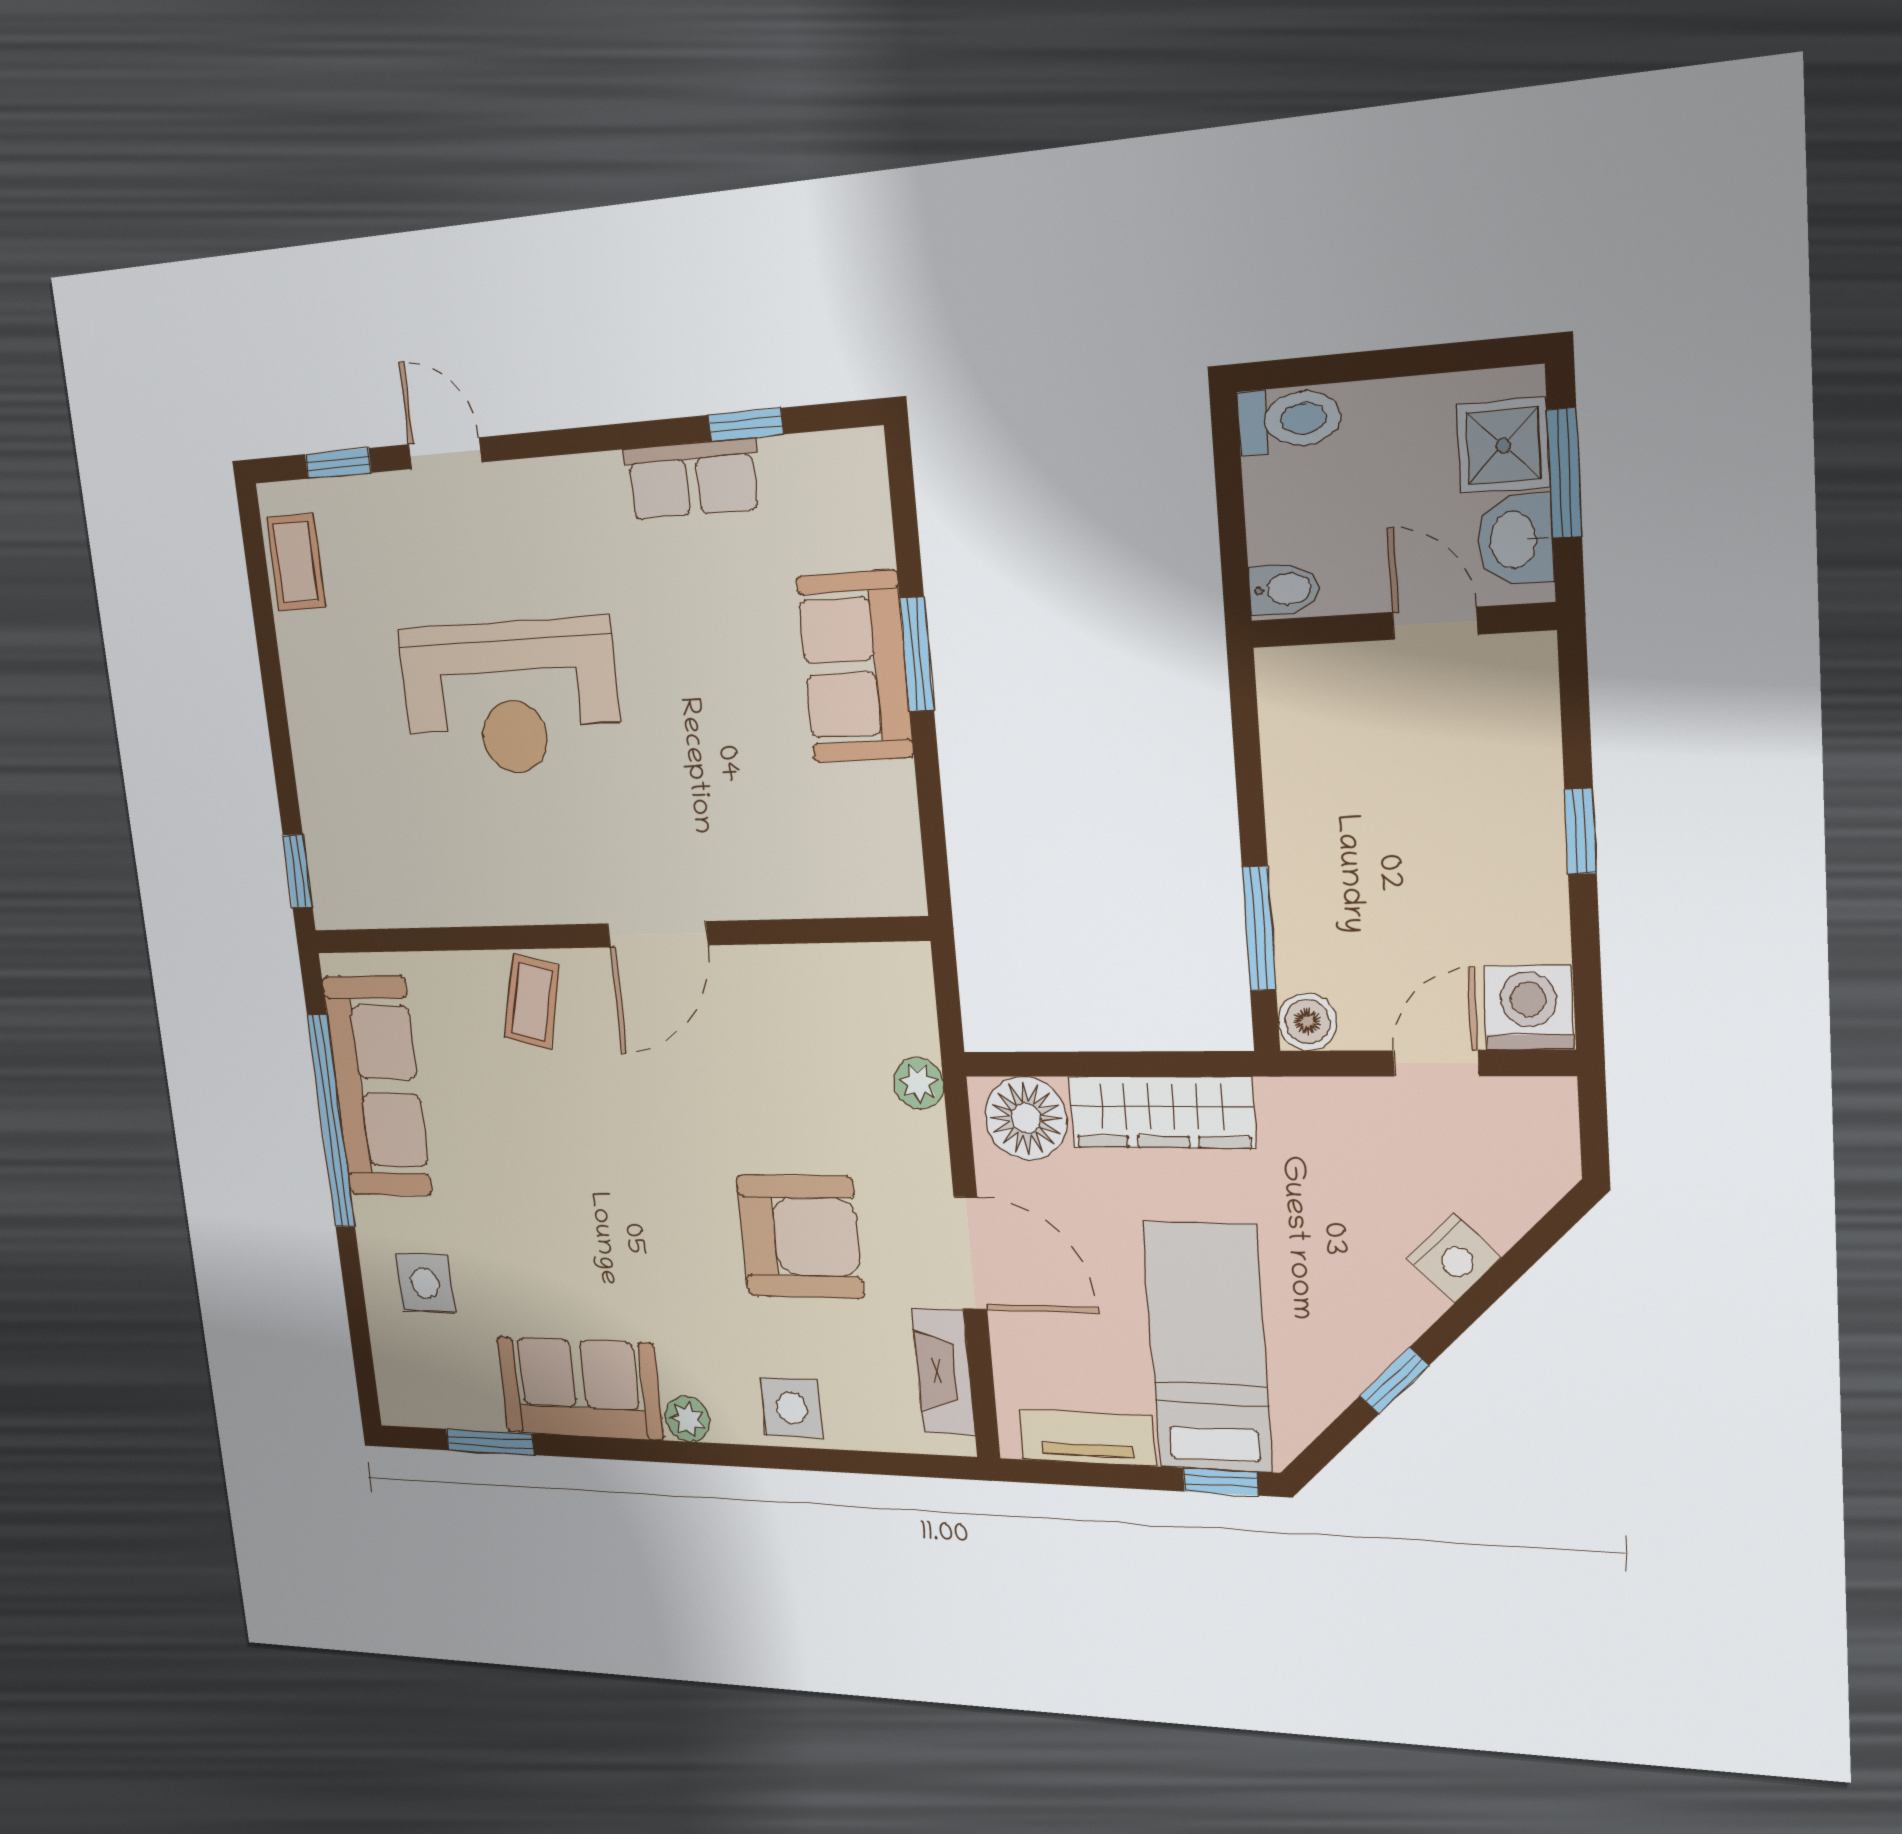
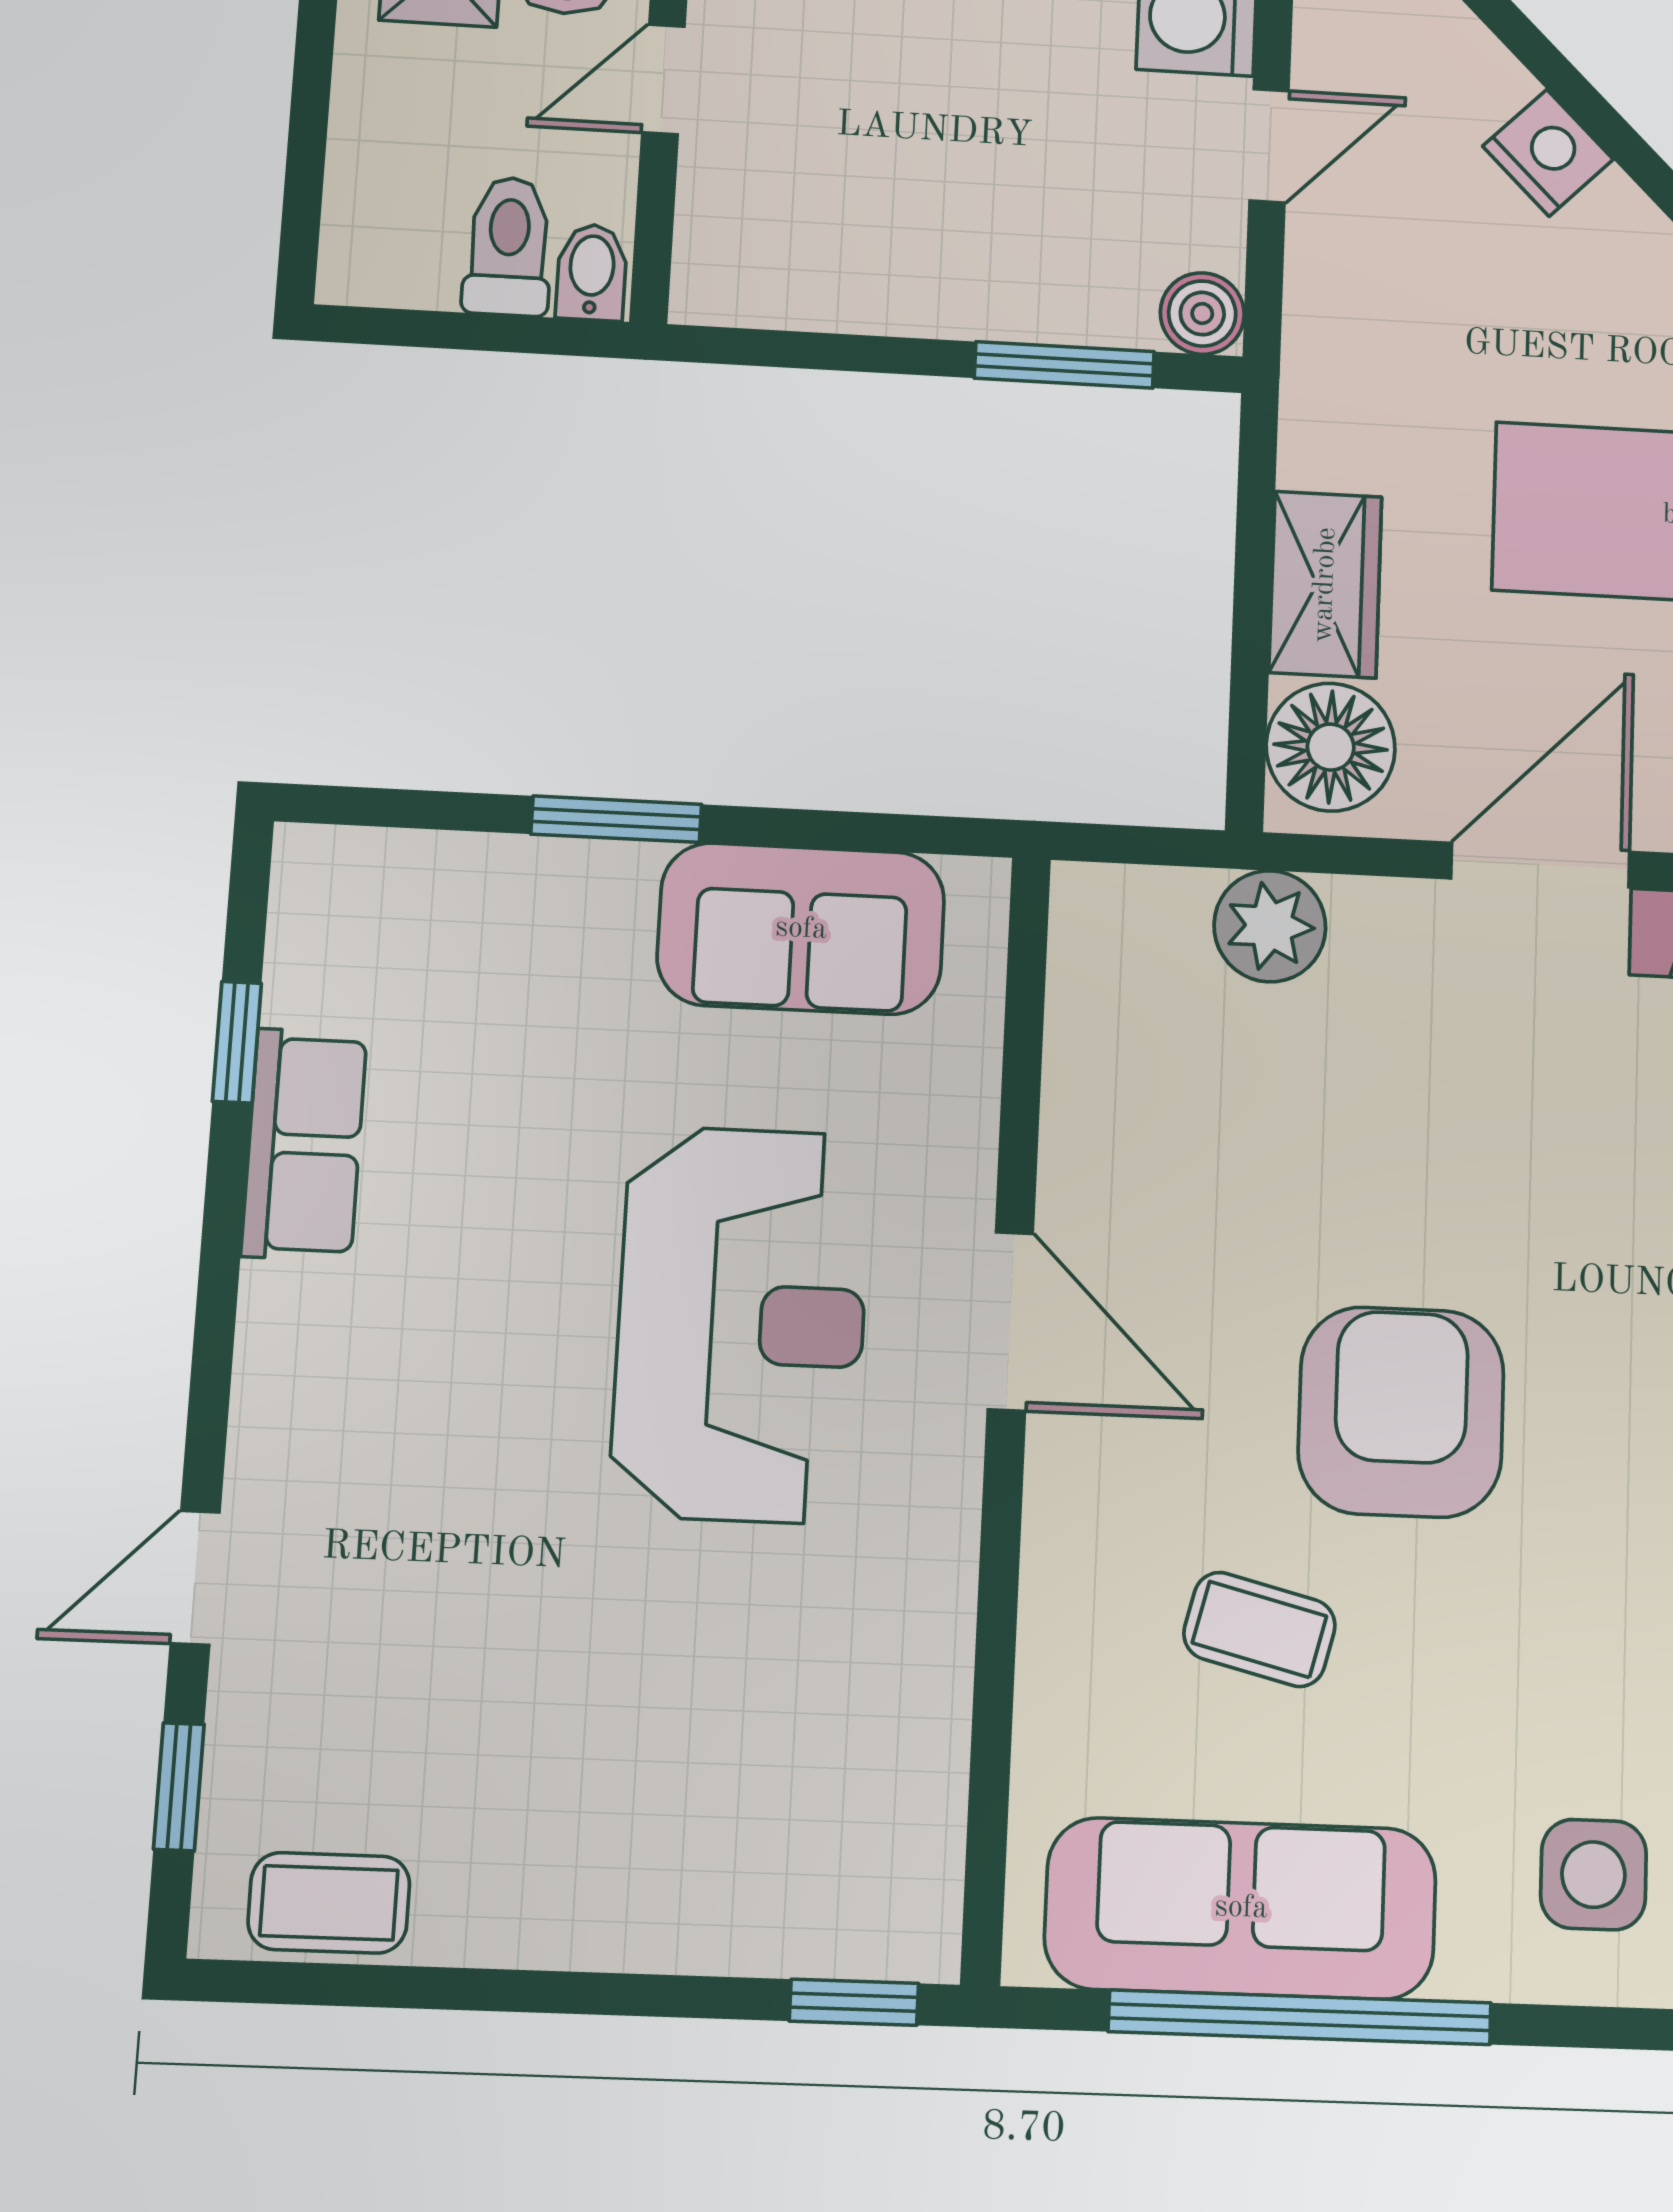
toilet: (1289, 420) -> (508, 246), moved
sofa: (855, 667) -> (801, 929), moved
reception desk: (510, 698) -> (741, 1324), moved
coffee table: (532, 1002) -> (1259, 1629), moved
door: (1436, 1063) -> (1269, 146), swing flipped
plant: (919, 1083) -> (1270, 926), width x1.38, depth x1.38
wardrobe: (1161, 1112) -> (1325, 585), width x0.67
armchair: (800, 1237) -> (1401, 1412), moved

